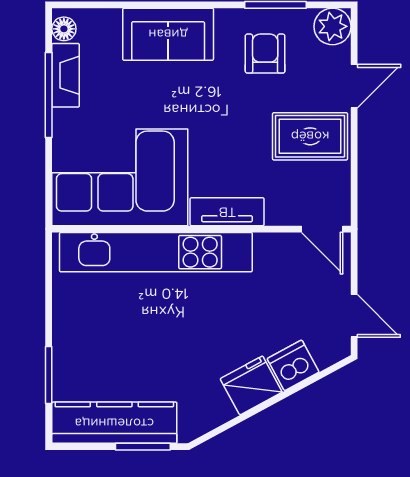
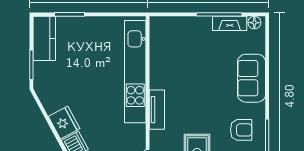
corner sofa: (120, 177) -> (175, 52), removed
kitchen counter: (114, 423) -> (44, 38), width x0.67

